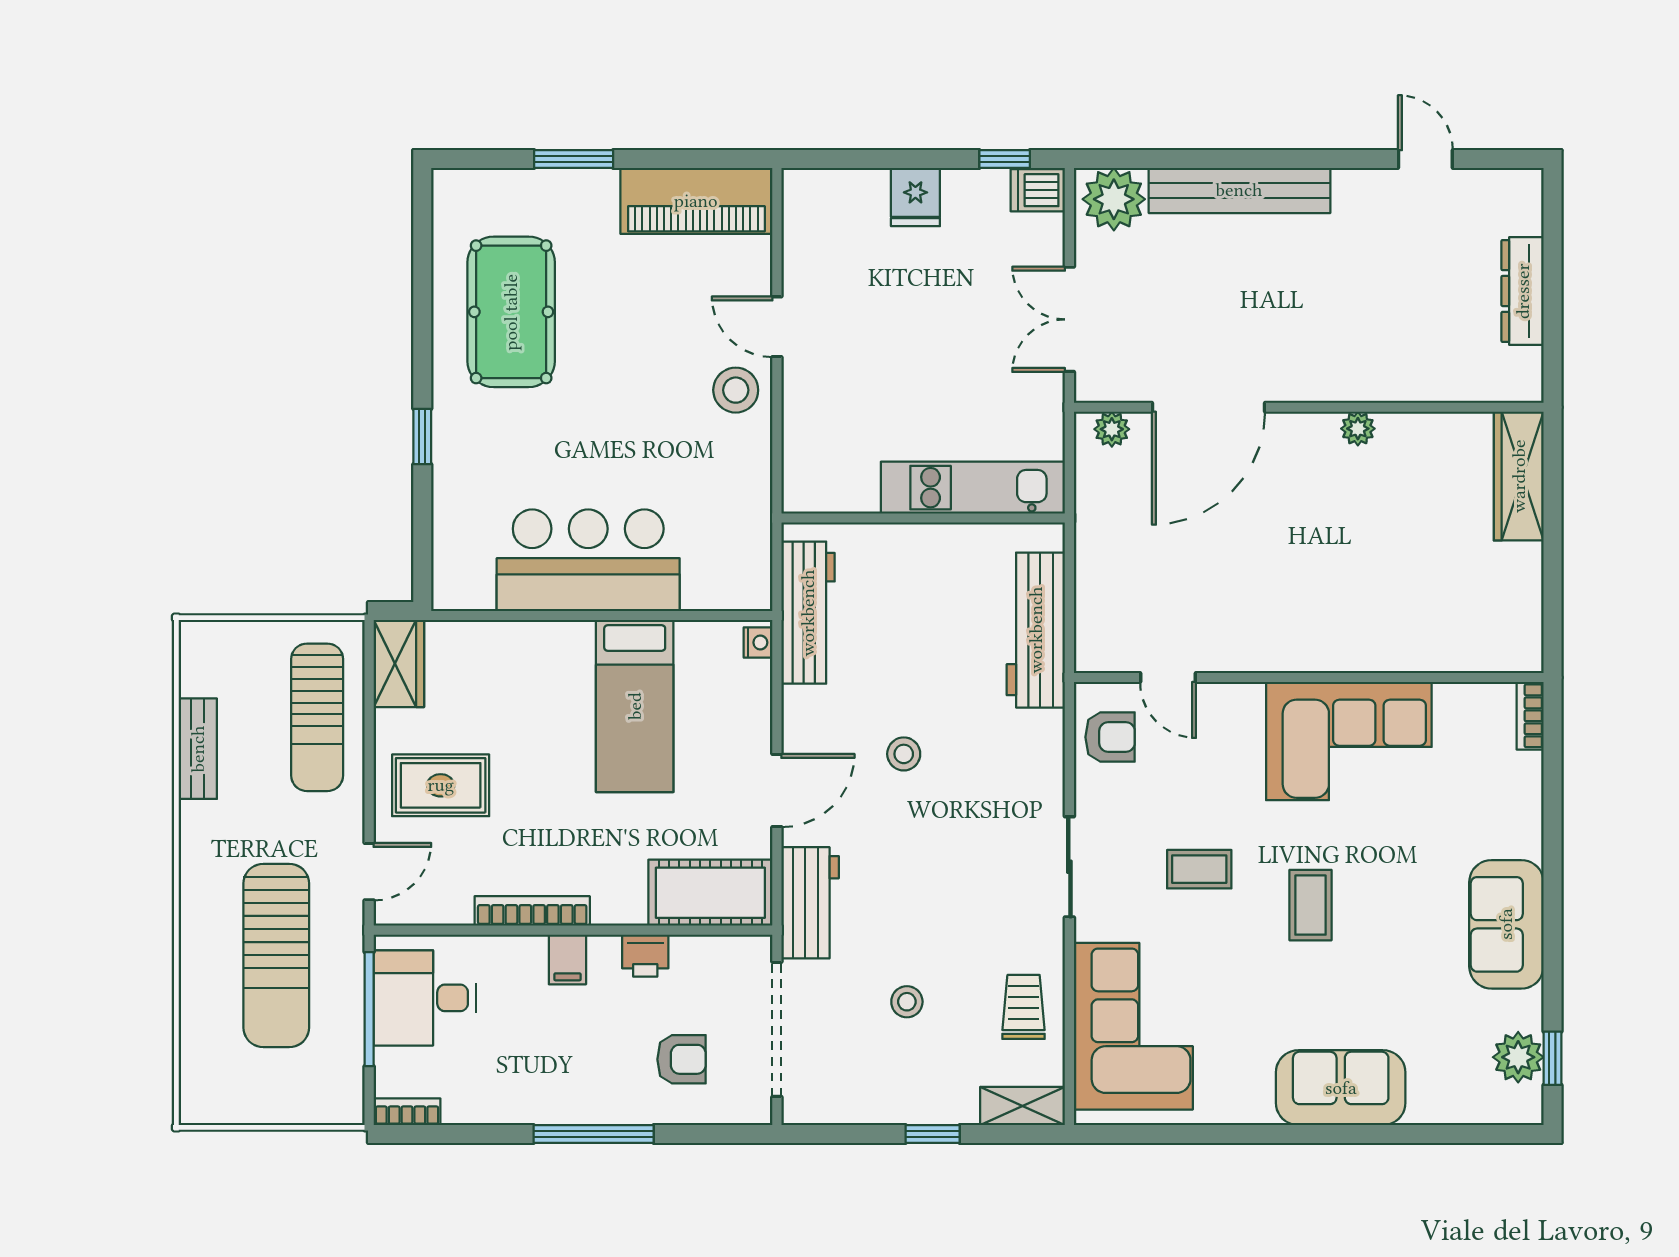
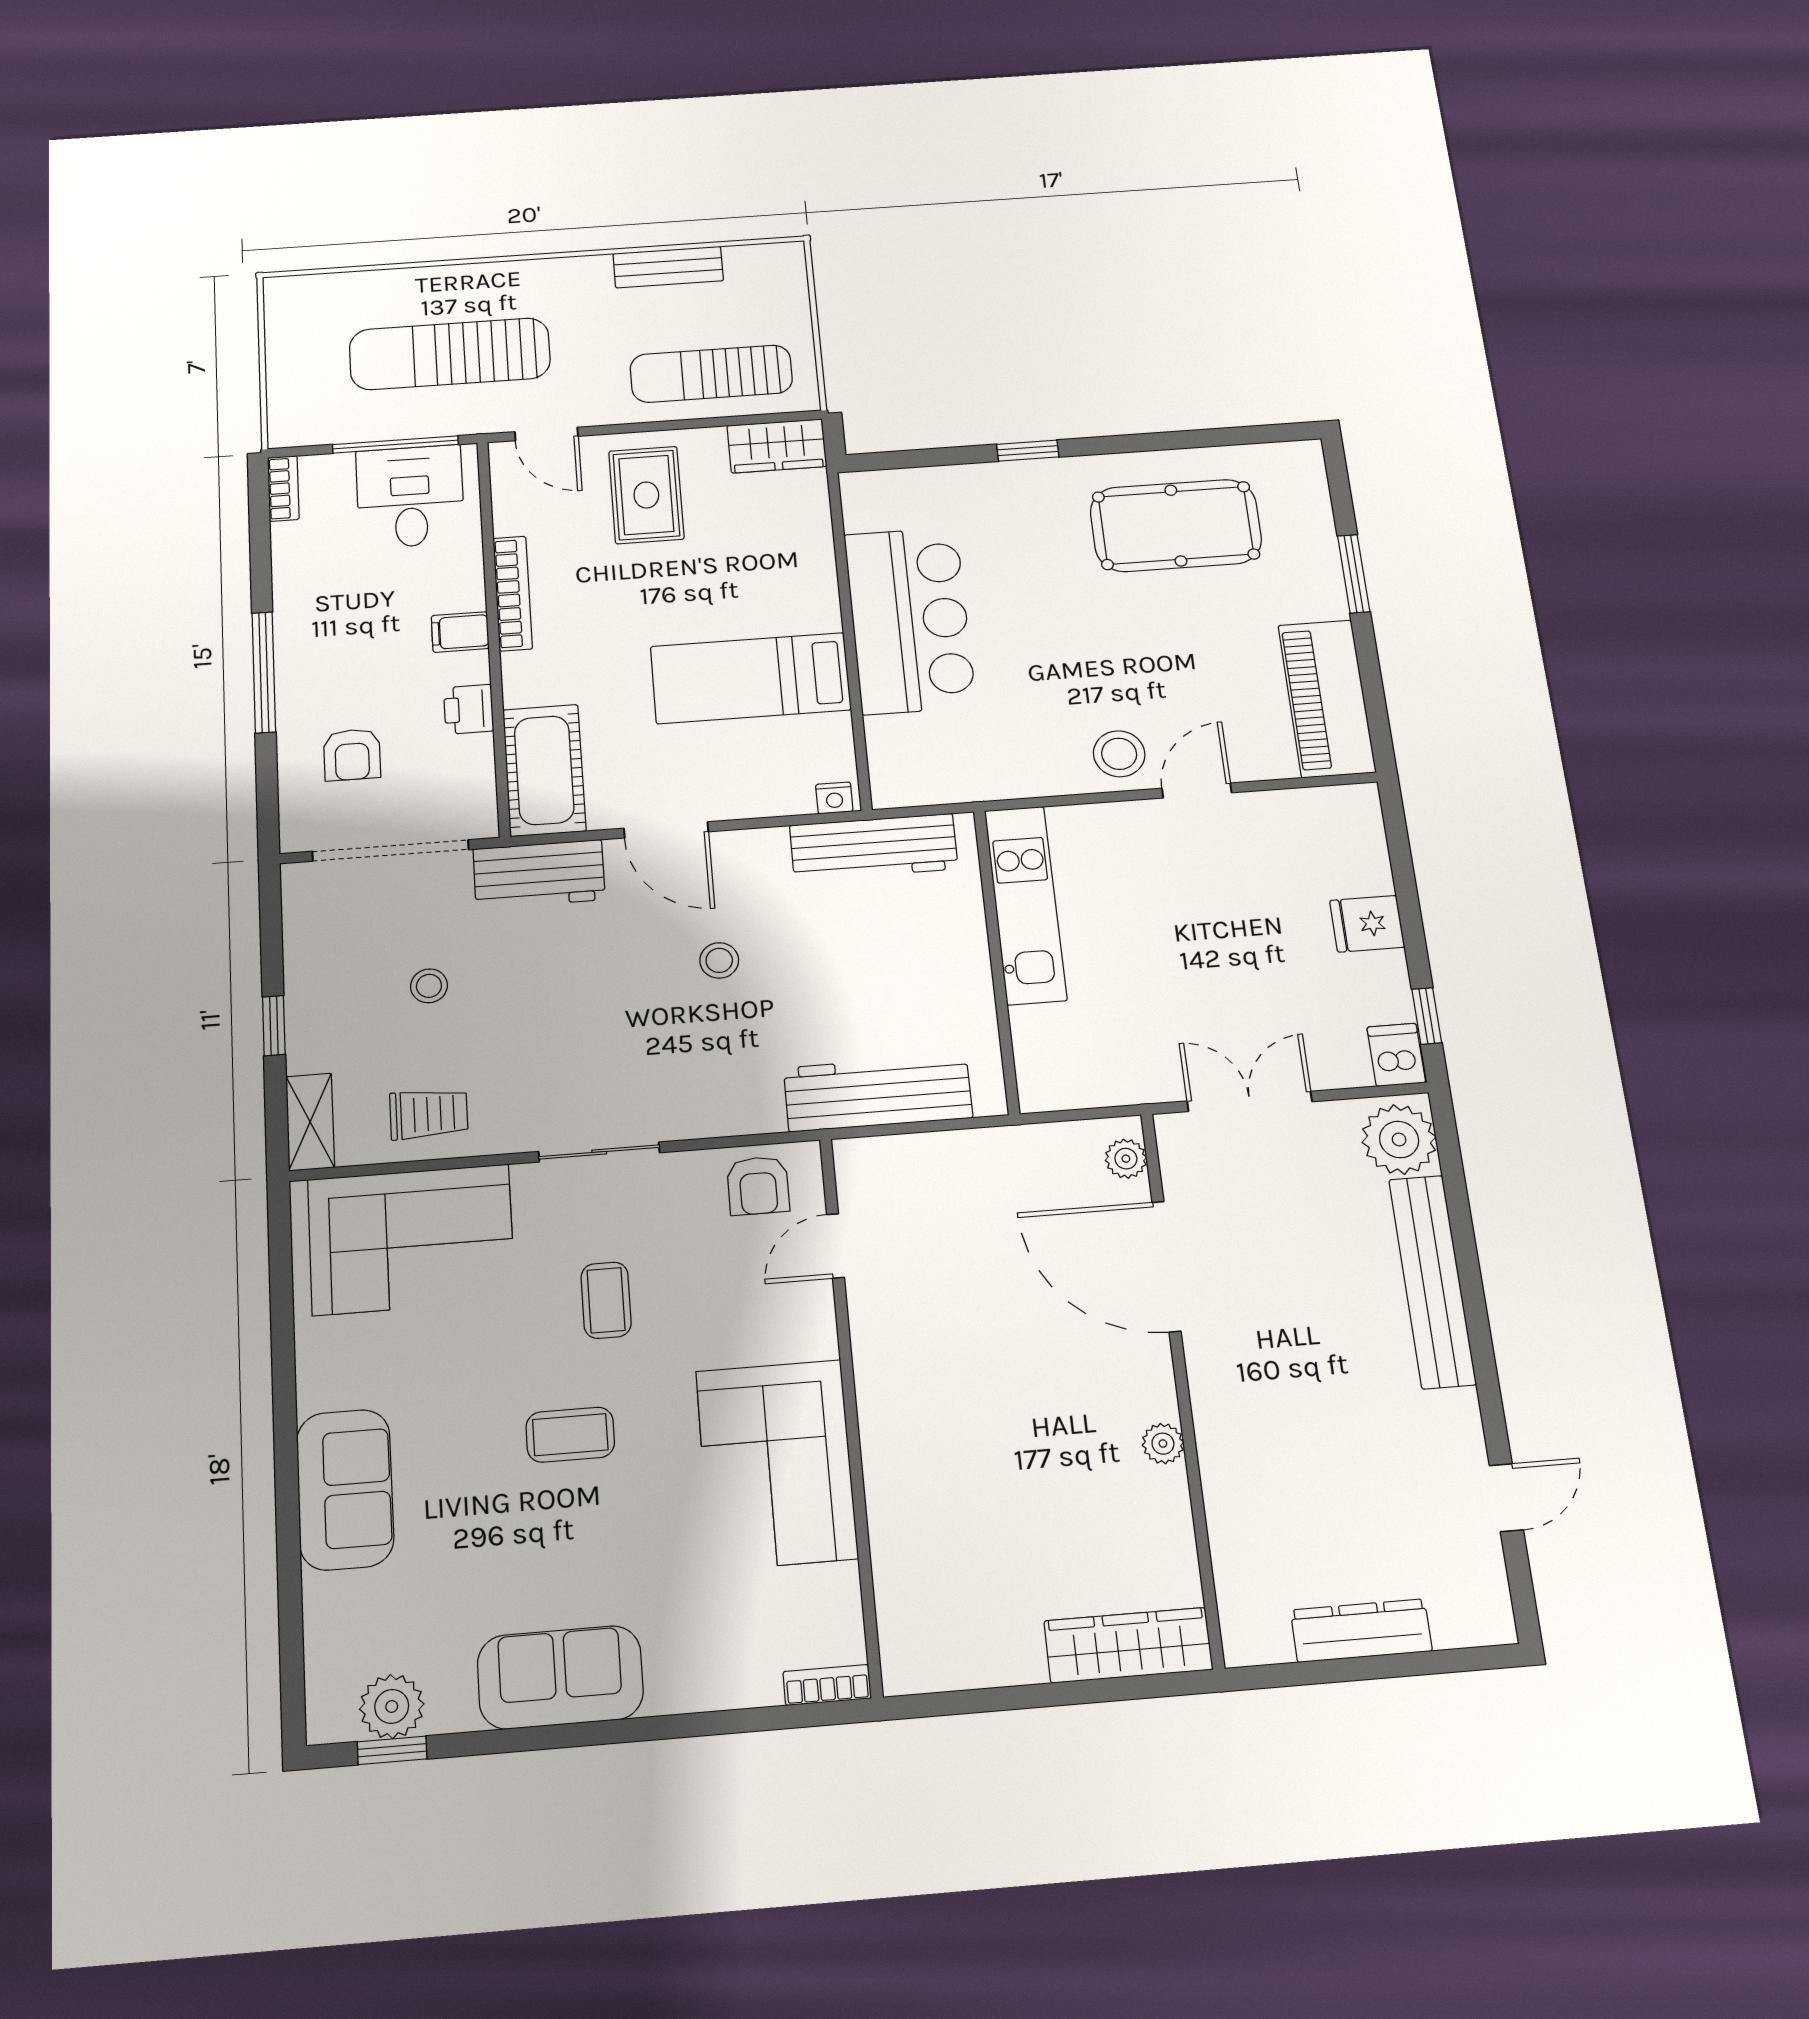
kitchen unit: (973, 488) -> (1025, 905), moved

